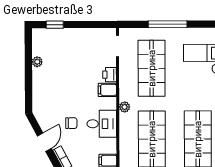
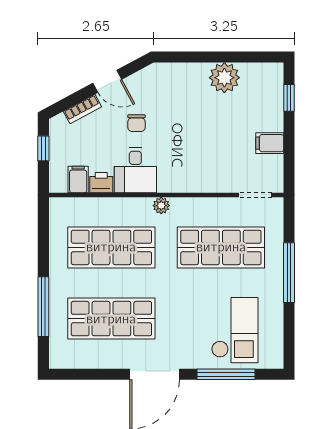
plant: (37, 62) -> (224, 78), width x1.87, depth x1.87
printer: (110, 75) -> (101, 183), moved
filing cabinet: (107, 90) -> (270, 143), moved, turned -90

